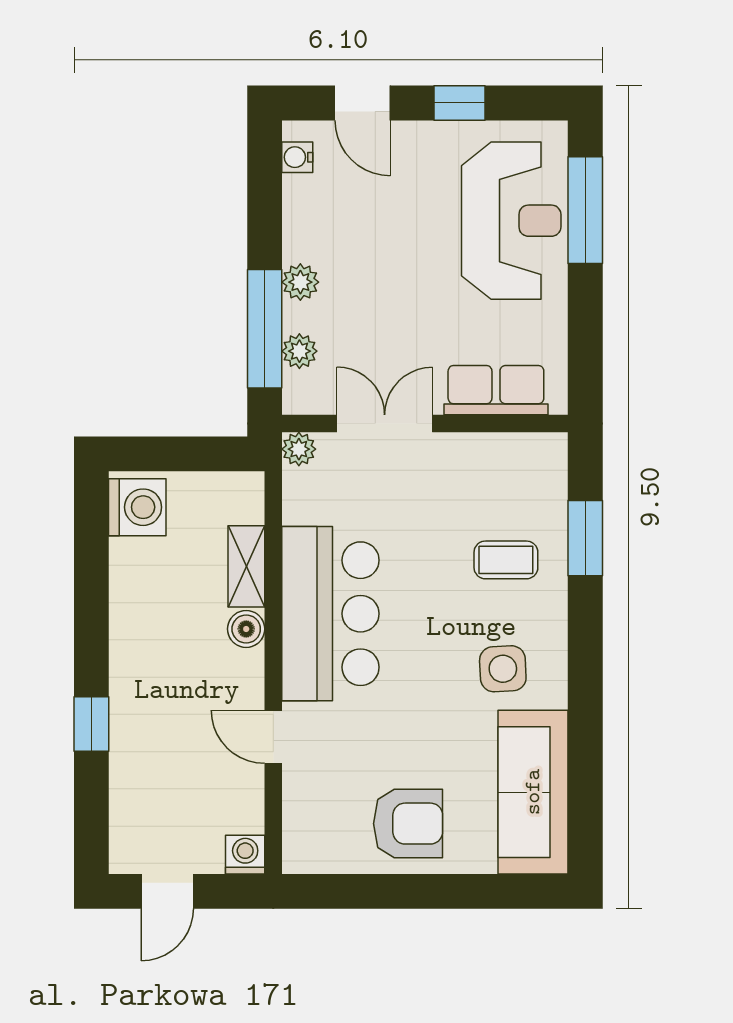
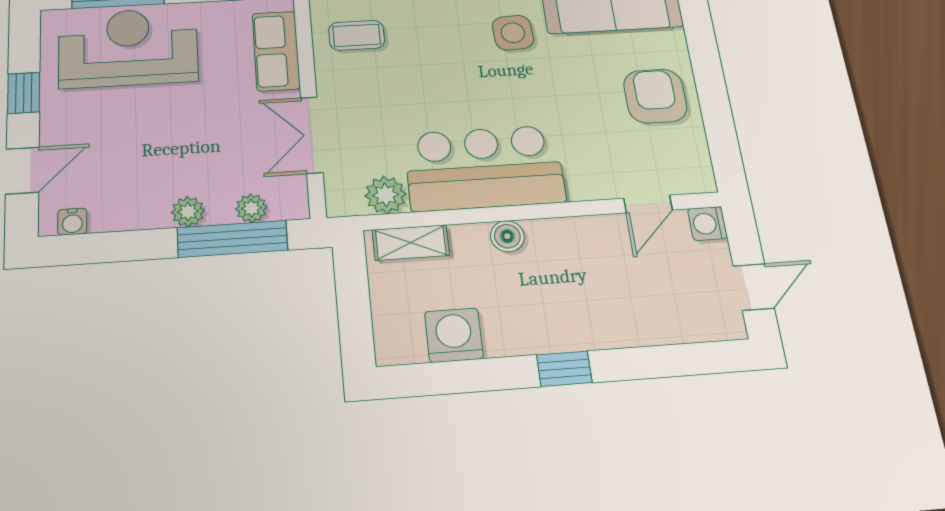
plant: (299, 449) -> (386, 195), moved, width x1.38, depth x1.38
washing machine: (137, 507) -> (454, 335), moved
coffee table: (506, 560) -> (357, 35), moved, turned 90
shelving: (246, 566) -> (411, 243), moved
window: (91, 724) -> (564, 369), moved
door: (273, 737) -> (648, 204), moved
door: (167, 891) -> (754, 287), hinge flipped

